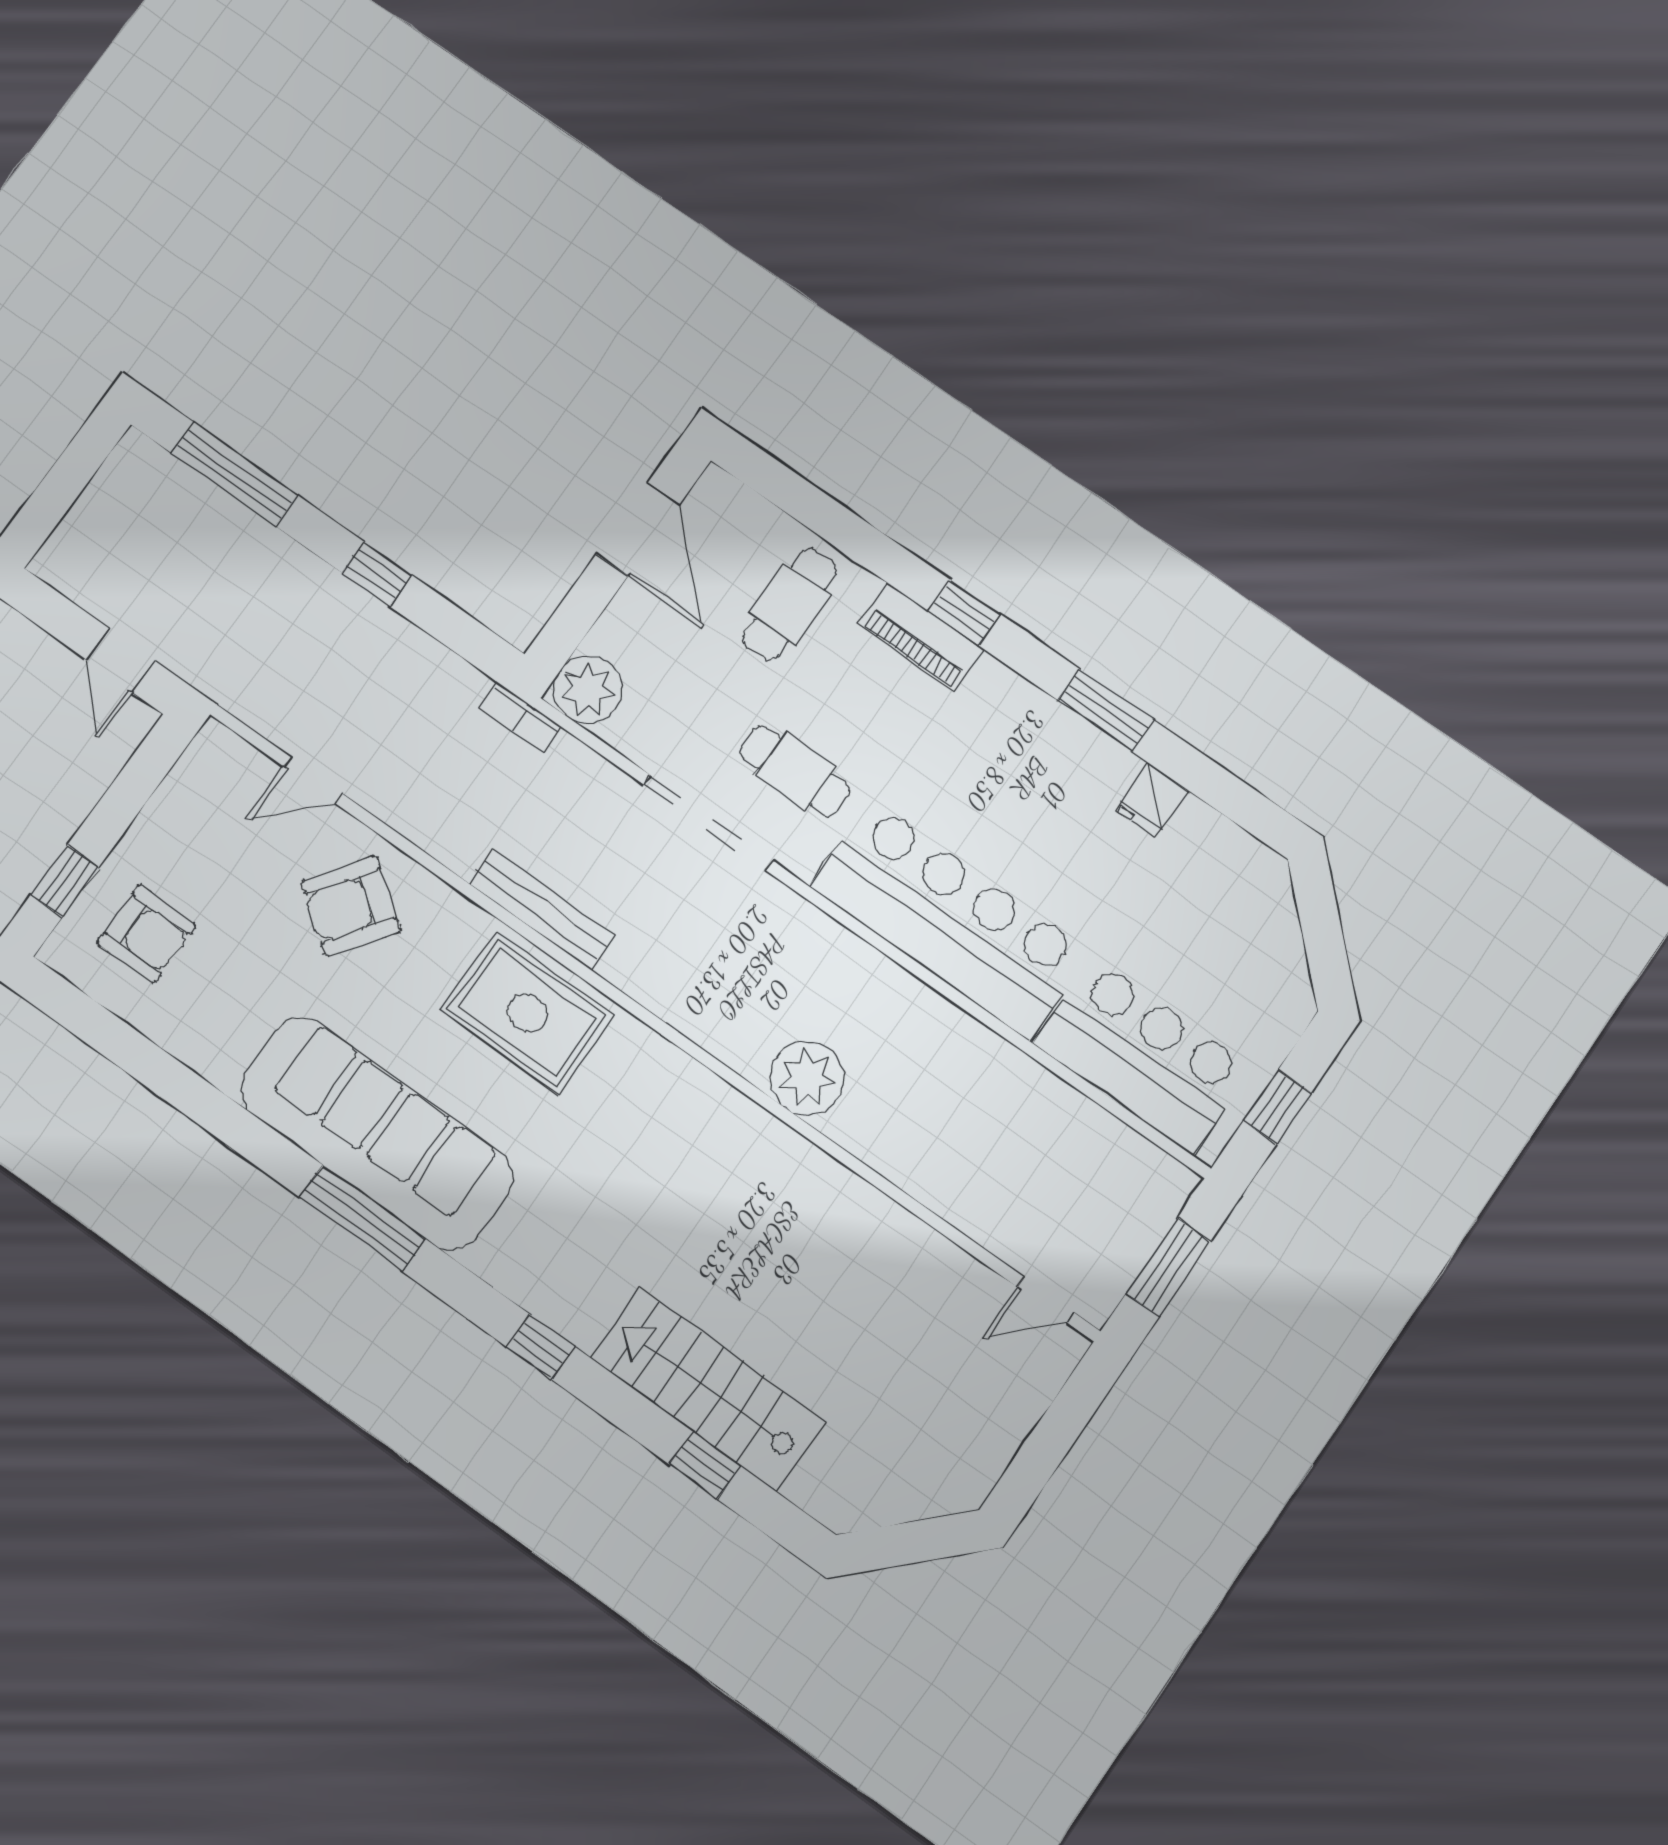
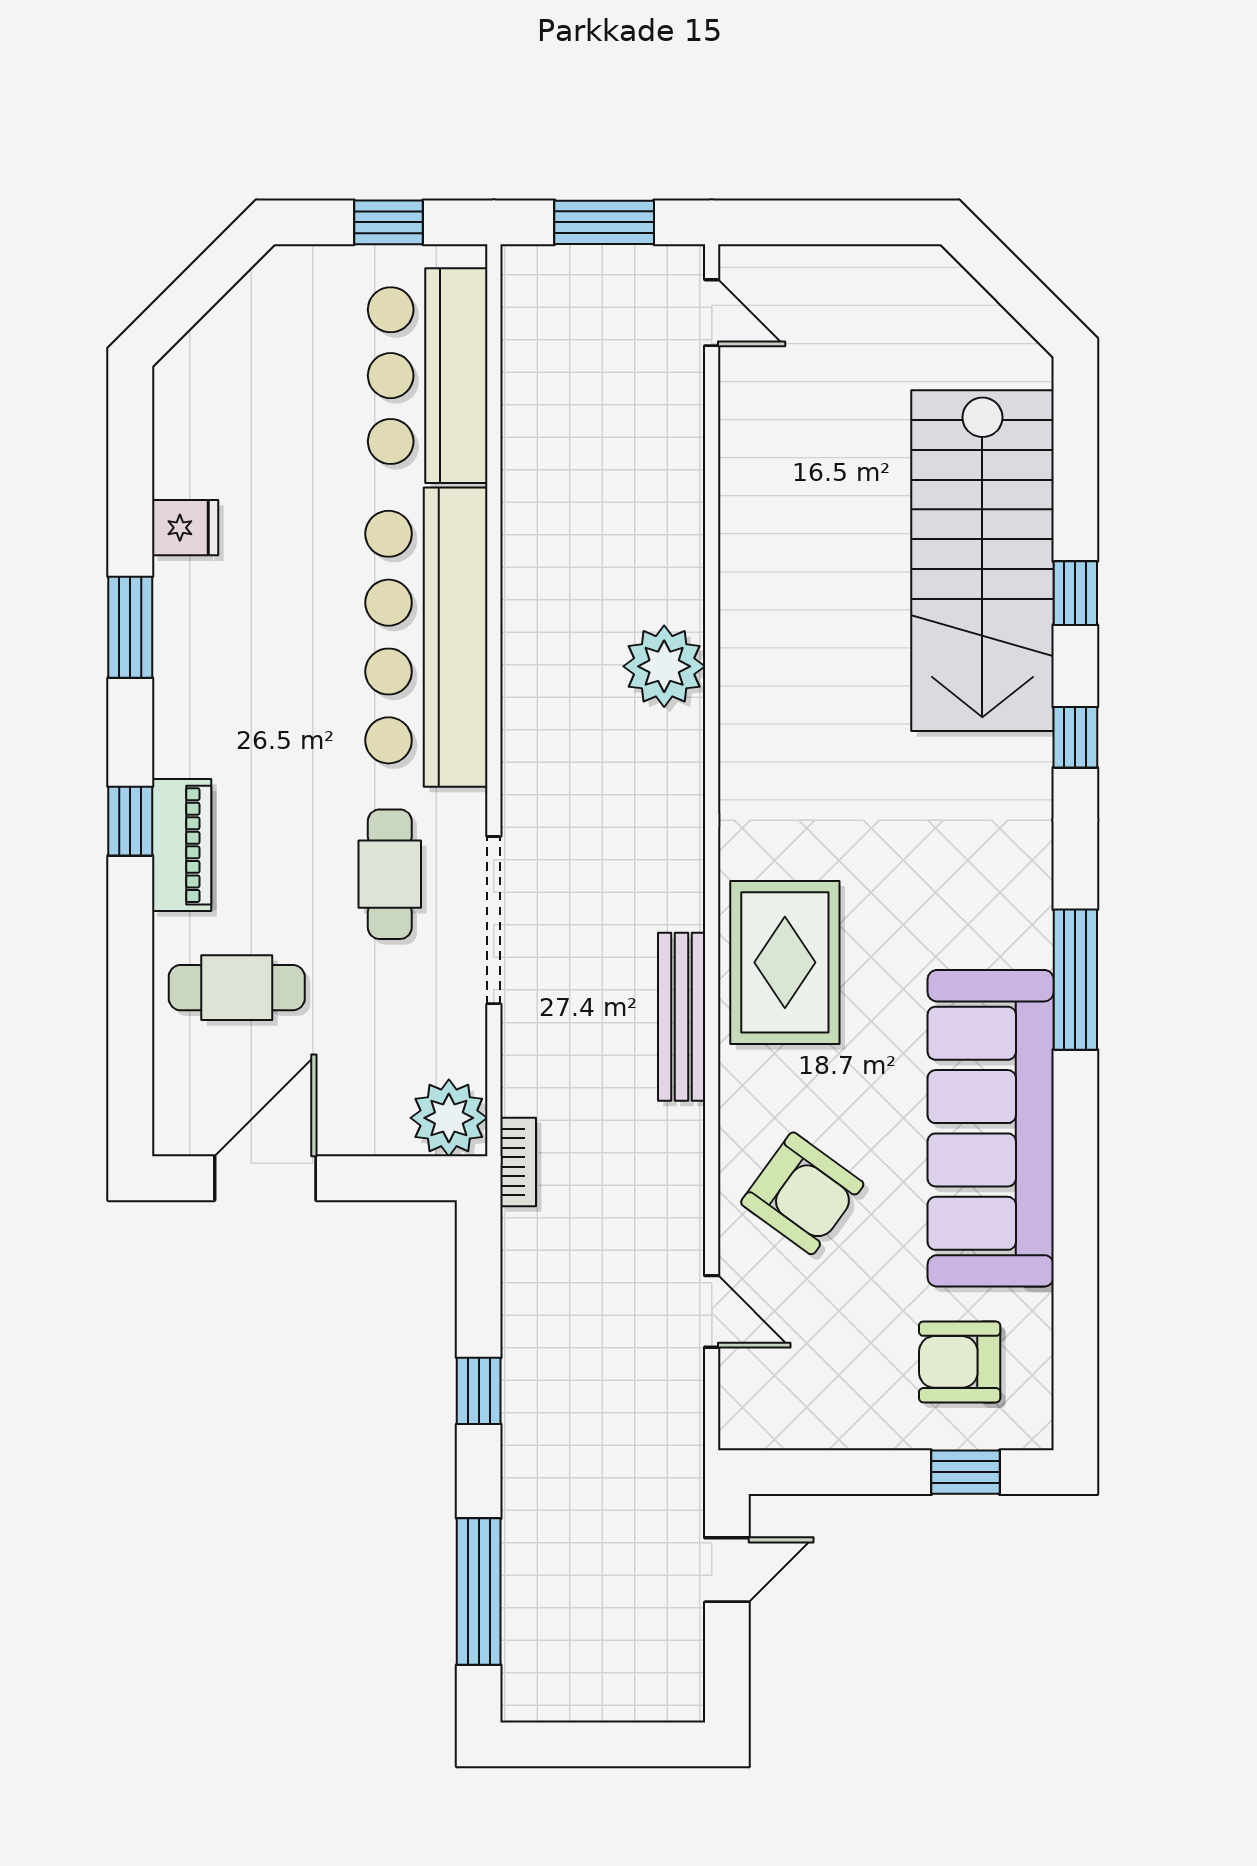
armchair: (147, 934) -> (960, 1362), turned -90
sofa: (376, 1133) -> (991, 1128), moved
stairs: (708, 1389) -> (982, 561), width x1.36, depth x1.51
window: (705, 1465) -> (1075, 593), moved

